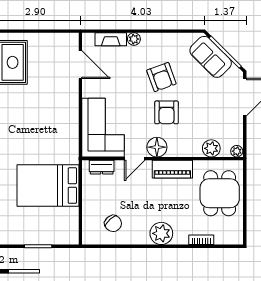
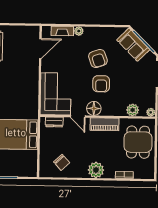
door: (80, 65) -> (40, 49), hinge flipped
door: (135, 159) -> (78, 116), hinge flipped

